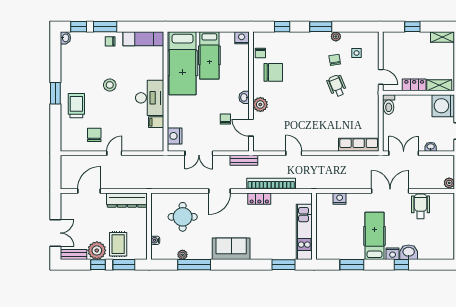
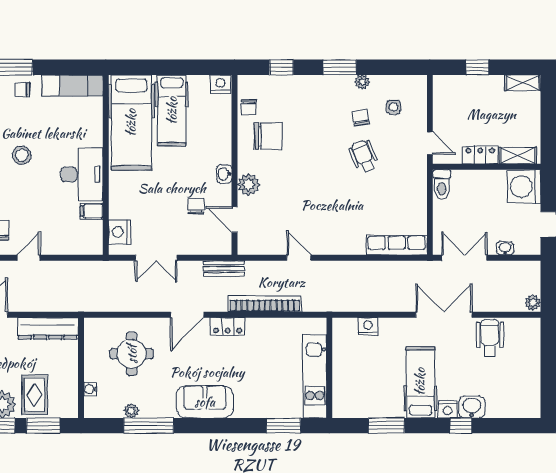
locker: (259, 199) -> (228, 326), moved

